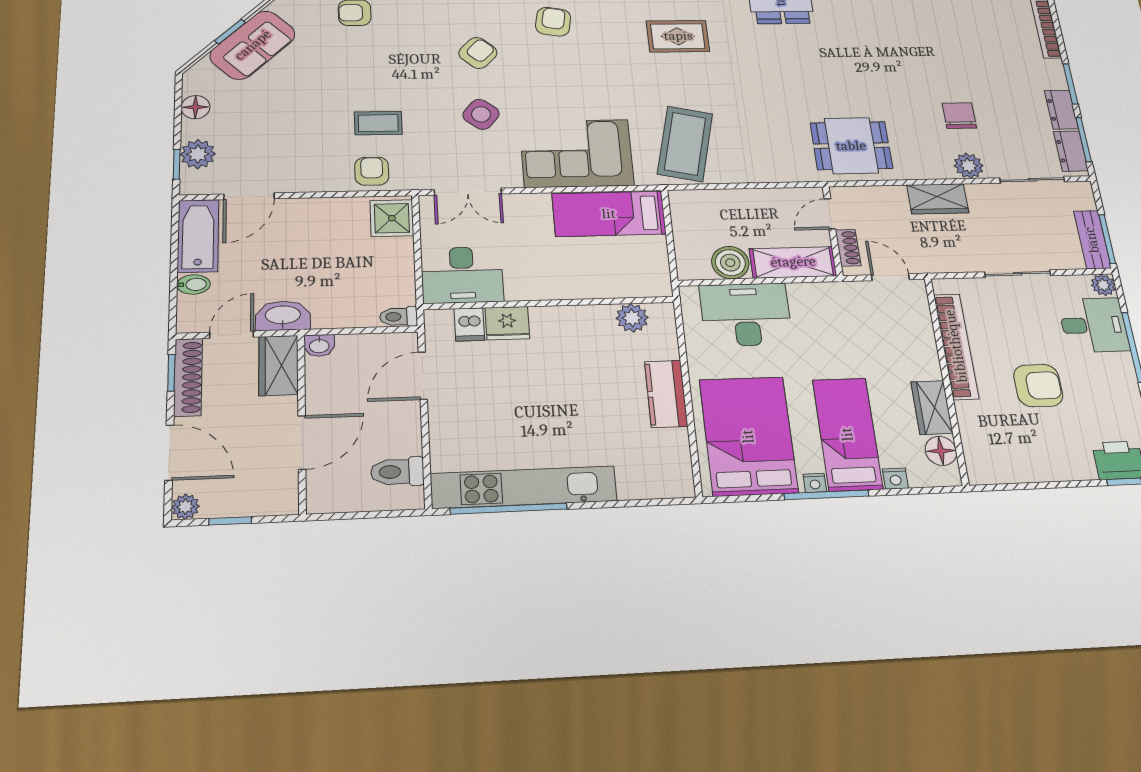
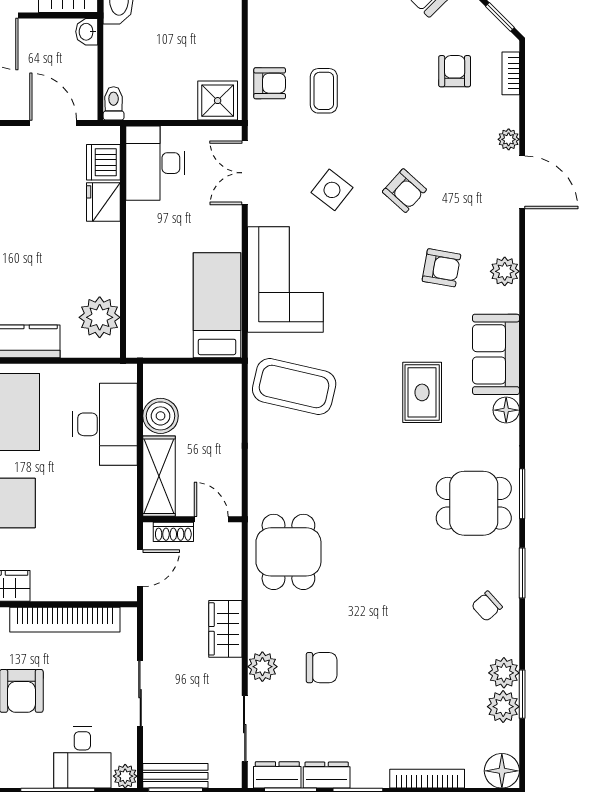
plant: (632, 318) -> (100, 317), width x1.36, depth x1.36
dishwasher: (469, 324) -> (103, 162), width x1.38

